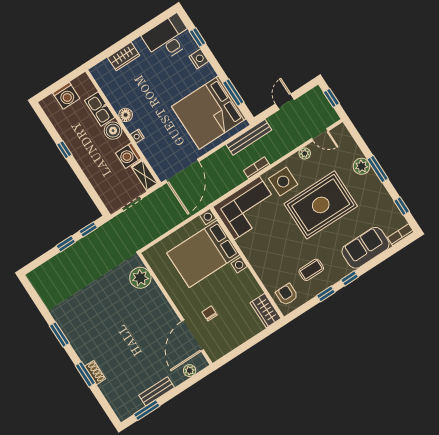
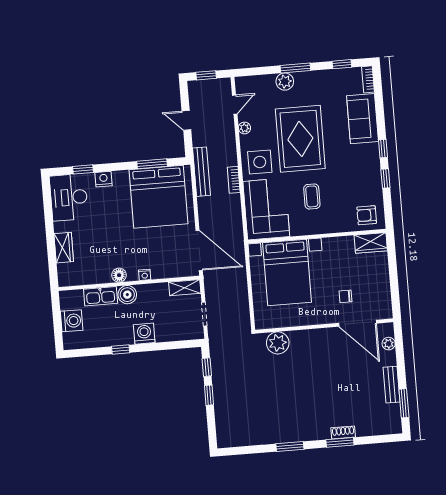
washing machine: (128, 156) -> (144, 334), moved, turned 180
coffee table: (311, 270) -> (312, 196), moved

